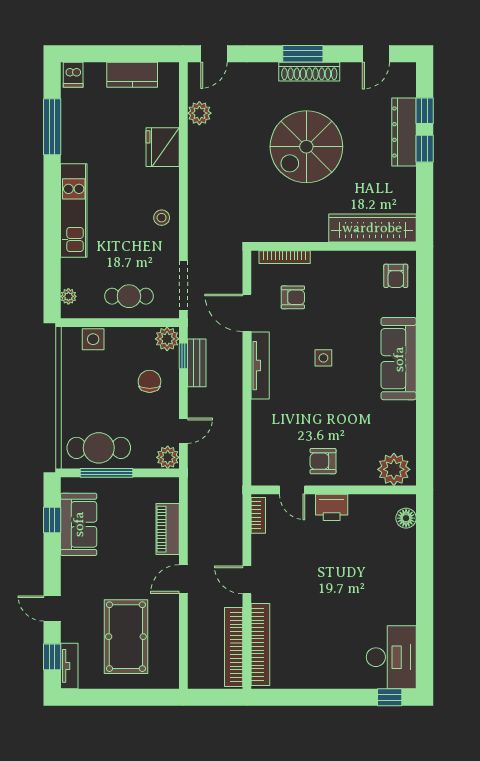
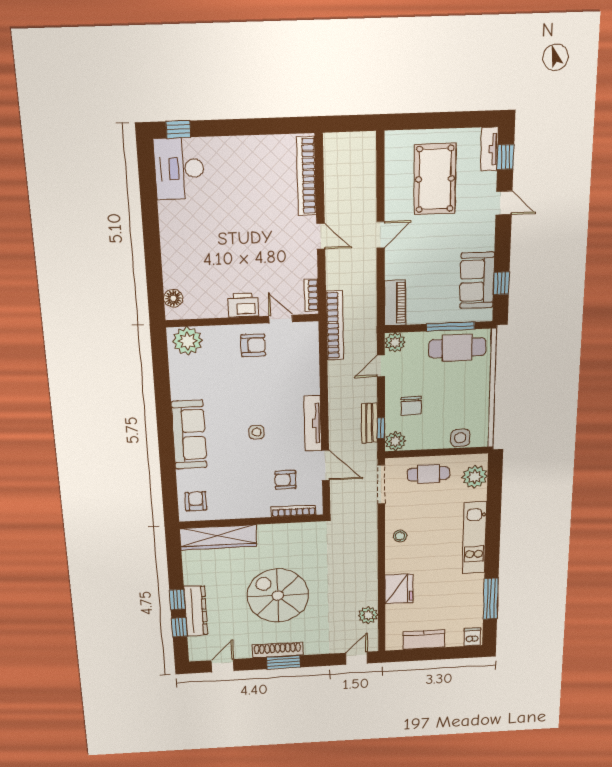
spiral stairs: (306, 147) -> (278, 596), turned -90
plant: (68, 296) -> (475, 477), width x1.87, depth x1.87
piano: (168, 529) -> (395, 303), moved
bookcase: (234, 647) -> (335, 325), moved

